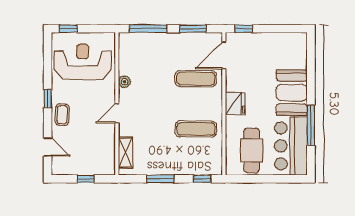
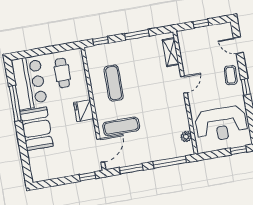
plant: (125, 82) -> (186, 137), moved
exercise mat: (196, 129) -> (114, 83), turned 90
cafe table: (252, 150) -> (62, 73), width x0.73, depth x0.74

